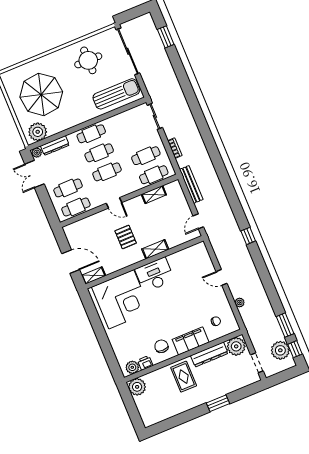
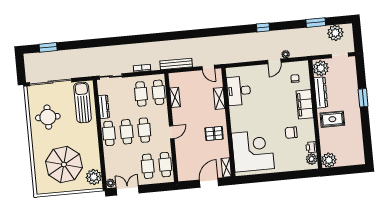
dresser: (55, 146) -> (104, 107), moved
double door: (34, 174) -> (128, 190), swing flipped
window: (248, 236) -> (263, 27), moved
pallet: (126, 237) -> (214, 133), moved
shelving: (155, 249) -> (219, 98), moved
desk: (155, 275) -> (239, 91), moved
door: (222, 277) -> (274, 61), moved
chair: (161, 346) -> (291, 133), moved
window: (295, 349) -> (338, 20), removed

